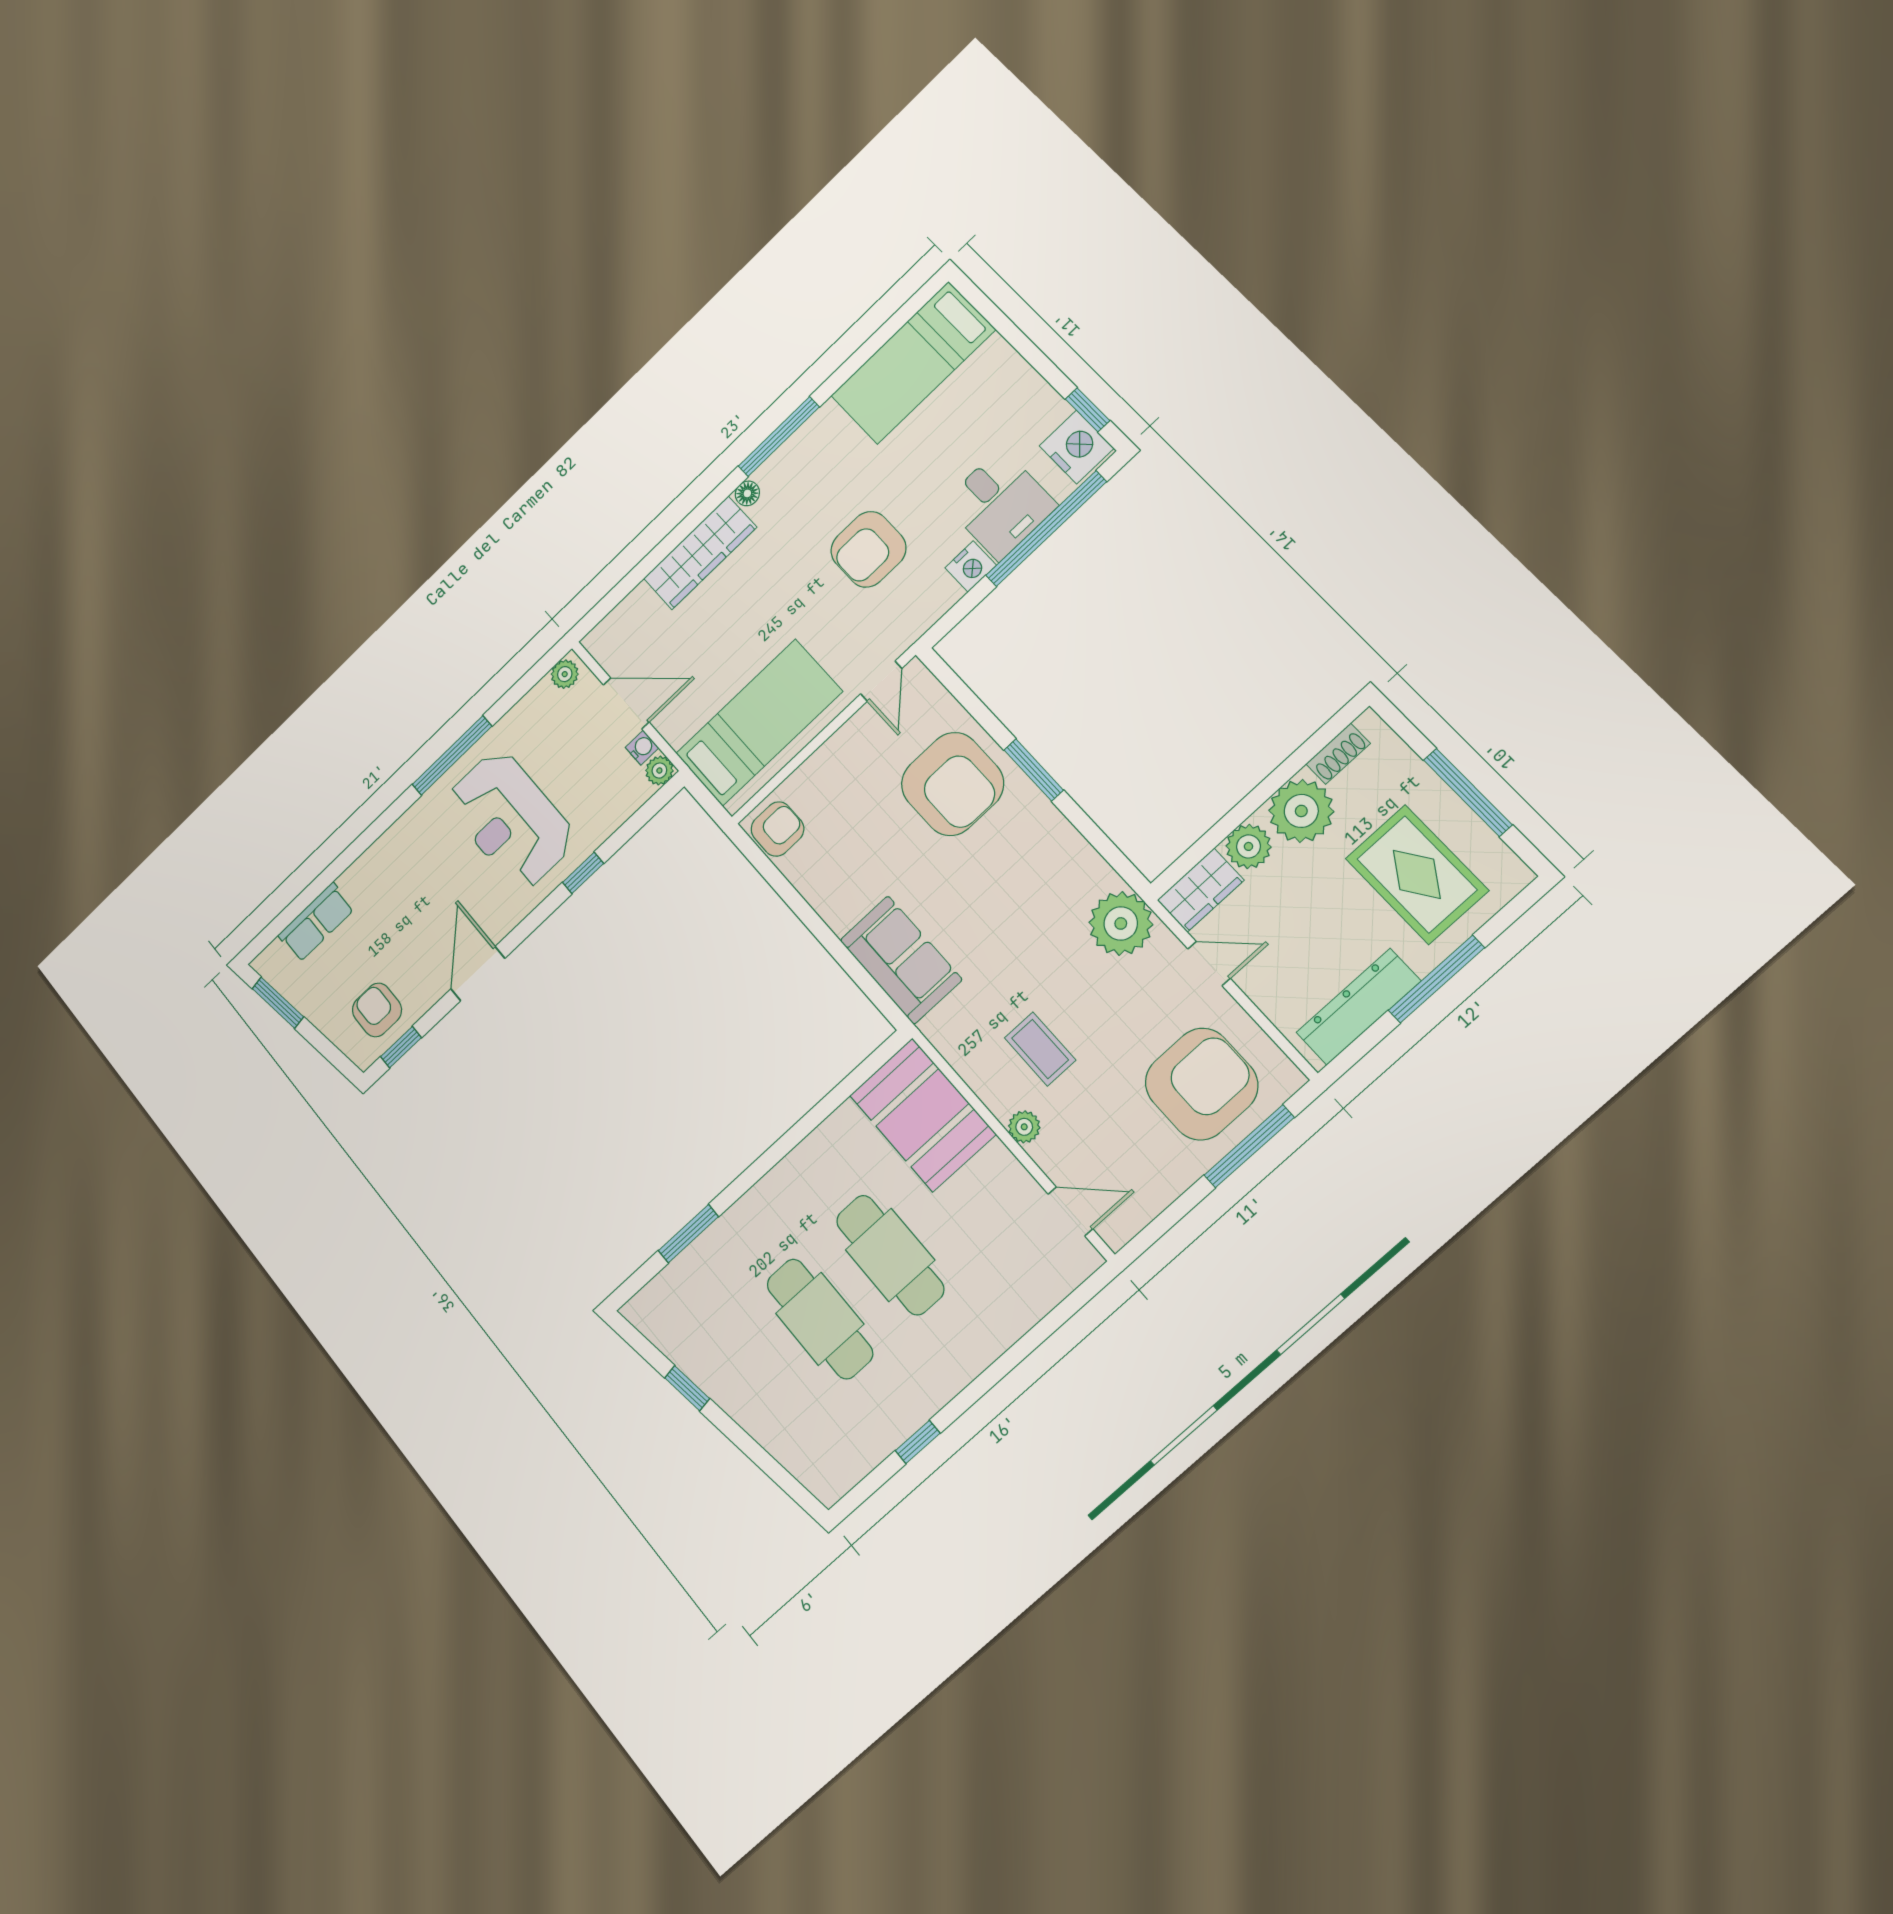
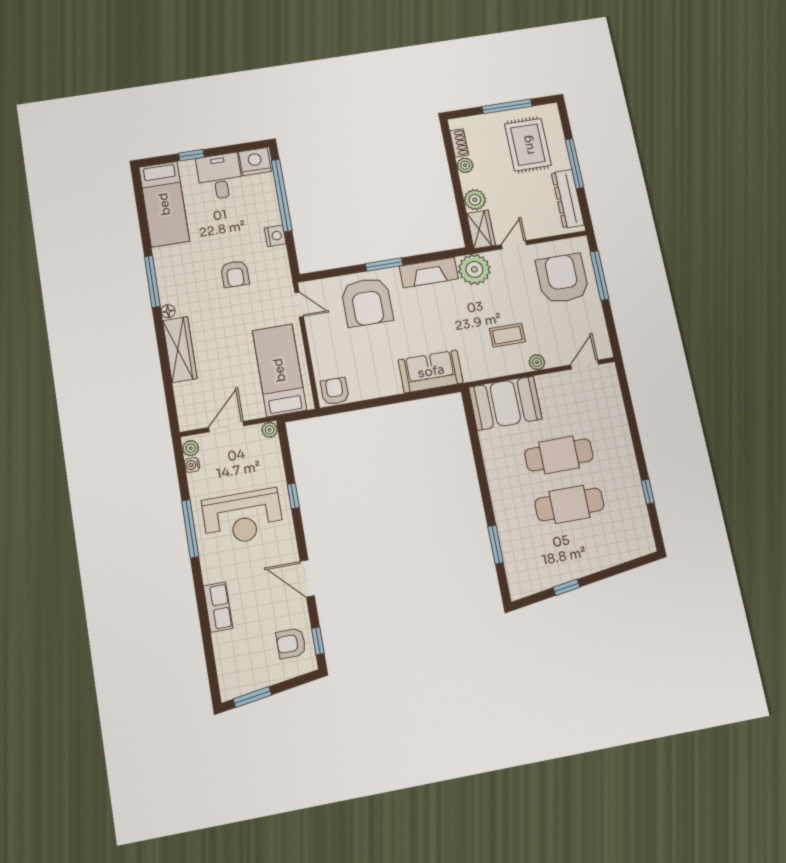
window: (1088, 410) -> (191, 155), moved
desk: (1000, 504) -> (220, 176), moved, turned -90
armchair: (868, 549) -> (235, 274), width x0.72, depth x0.72
water cooler: (642, 748) -> (192, 465), moved, turned -90
armchair: (952, 784) -> (367, 302), turned 90
plant: (1301, 811) -> (465, 165), width x0.53, depth x0.53
fireplace: (1067, 851) -> (429, 272), added
rug: (1417, 874) -> (528, 145), turned 90
row of seats: (316, 922) -> (218, 607), moved

